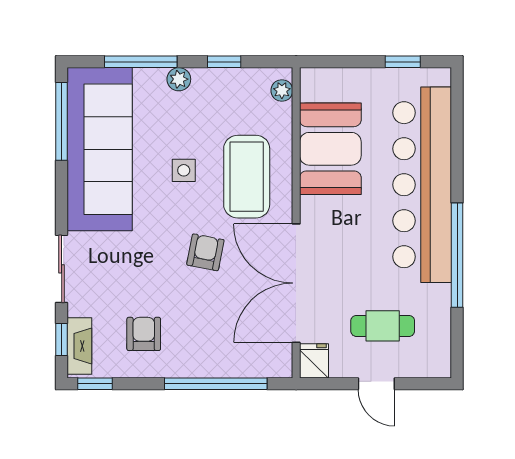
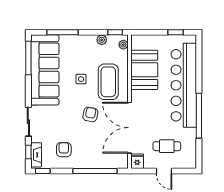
window: (224, 62) -> (115, 32), moved
plant: (179, 79) -> (102, 40), moved

